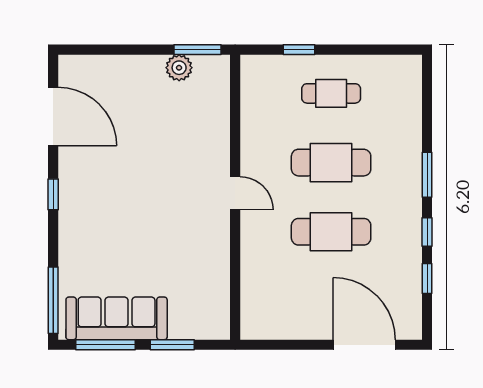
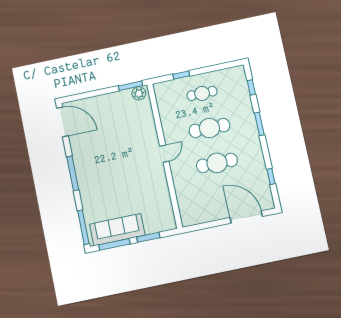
plant: (179, 68) -> (139, 93), moved
door: (53, 116) -> (63, 122), moved
door: (235, 193) -> (164, 154), hinge flipped
window: (53, 194) -> (73, 173), width x2.17
window: (427, 232) -> (251, 87), moved

